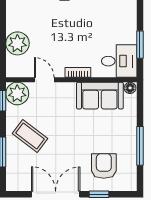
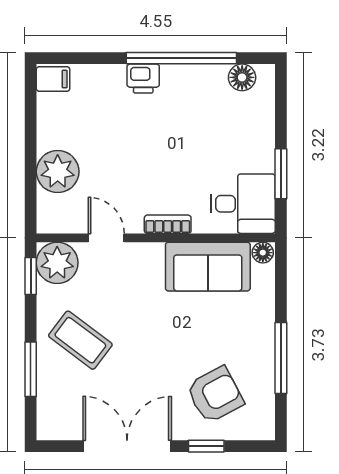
armchair: (104, 166) -> (215, 395), turned 62

